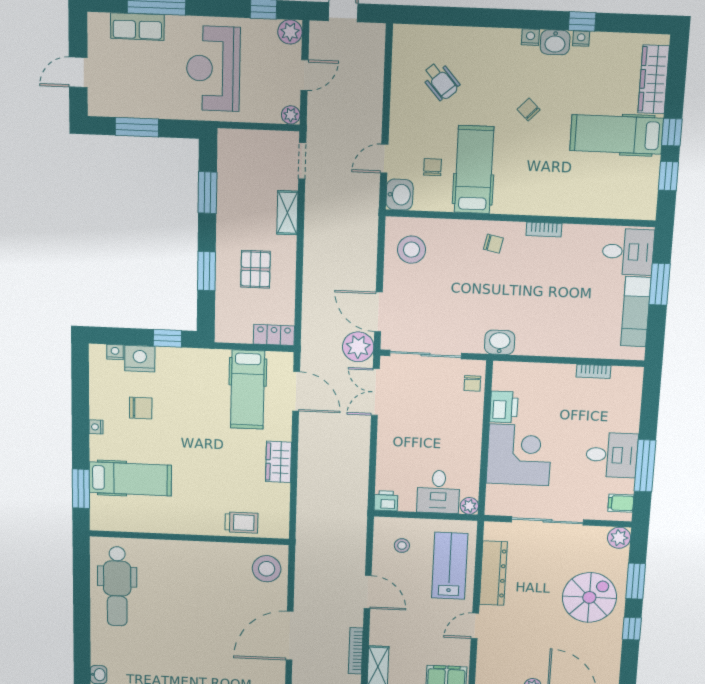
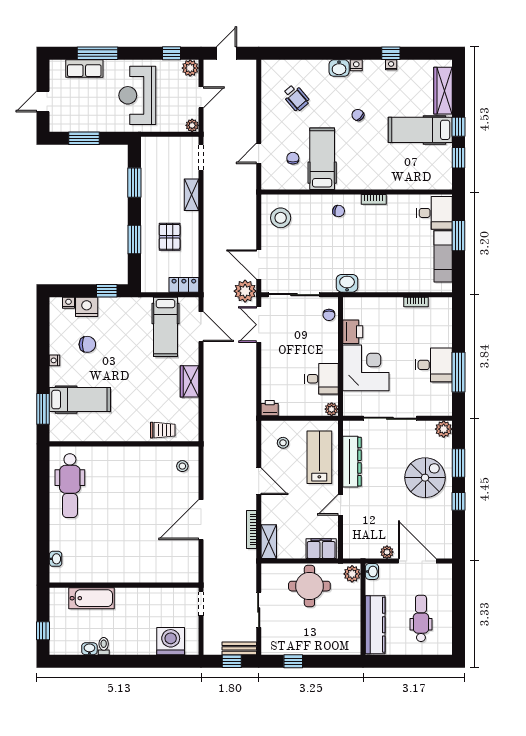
washbasin: (555, 42) -> (339, 68), moved
washbasin: (400, 195) -> (270, 179), removed
desk: (438, 492) -> (322, 379), moved, turned -90
filing cabinet: (621, 503) -> (443, 402), removed
stool: (267, 569) -> (182, 466), width x0.53, depth x0.53

